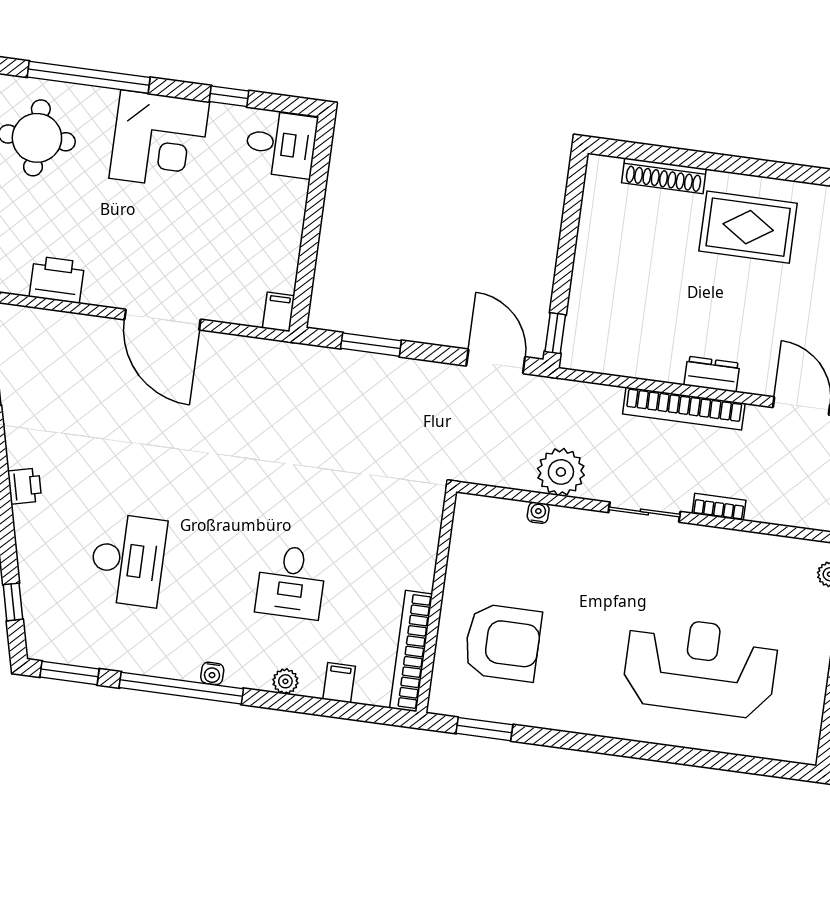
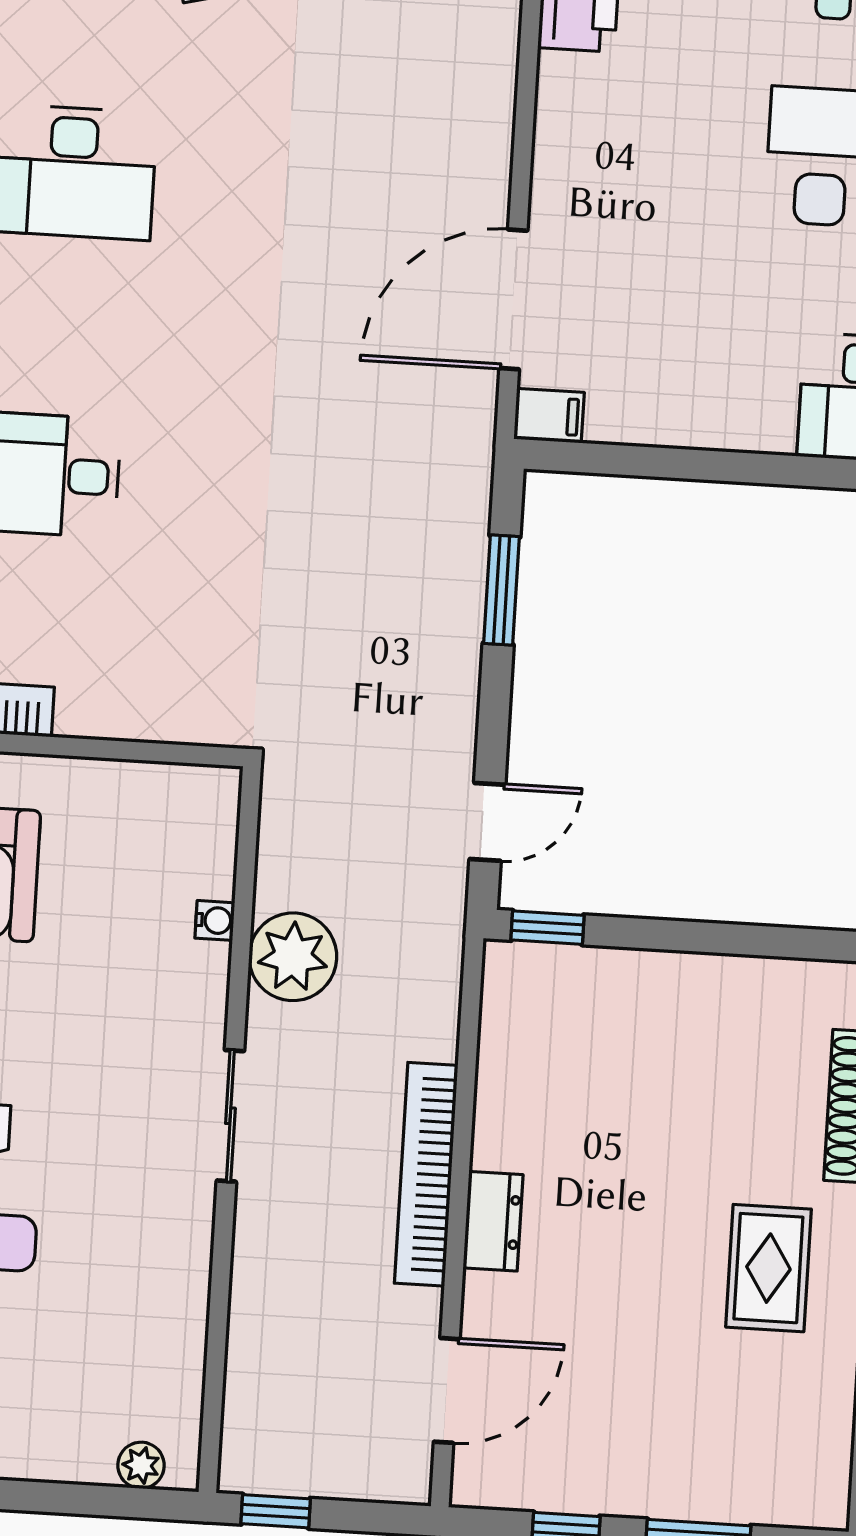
rug: (748, 227) -> (768, 1268), width x0.73, depth x0.70
door: (162, 320) -> (513, 299), moved
door: (496, 361) -> (487, 822), width x0.73
bookcase: (719, 507) -> (250, 1252), removed

